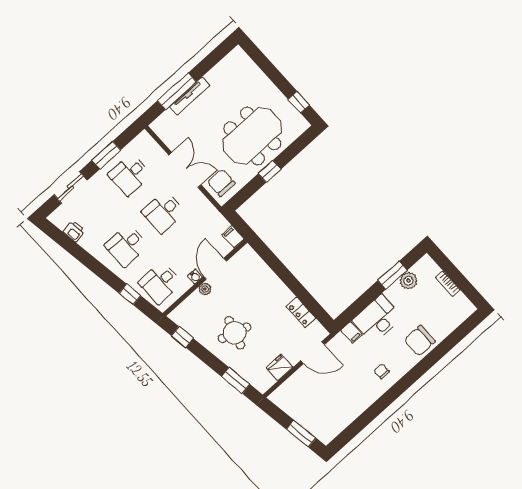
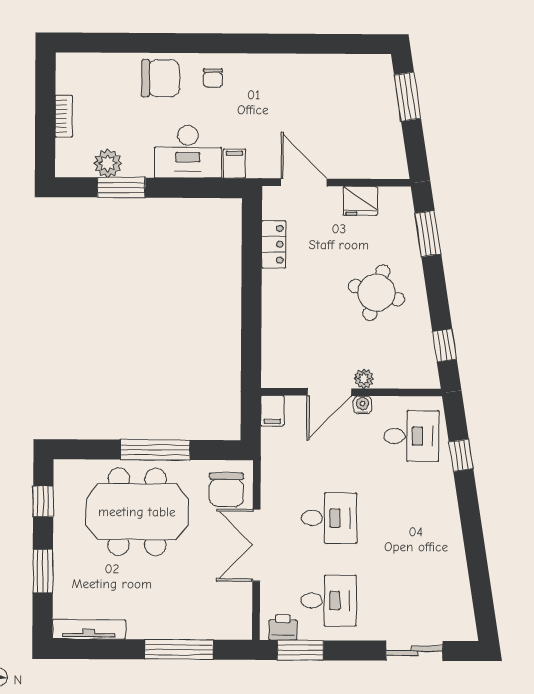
window: (270, 71) -> (43, 571), added
tv unit: (190, 96) -> (89, 629), moved
window: (106, 155) -> (300, 650), moved
window: (270, 171) -> (155, 450), width x2.17
printer: (74, 231) -> (283, 627), moved, turned 99
desk: (126, 245) -> (411, 519), removed
chair: (382, 371) -> (213, 78), moved

